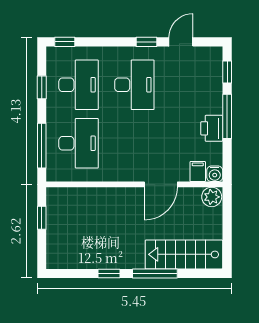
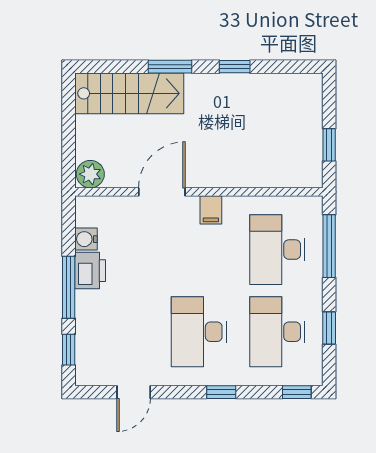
window: (146, 42) -> (221, 392), moved
filing cabinet: (198, 172) -> (211, 210), moved
water cooler: (215, 174) -> (86, 239), moved, turned -90
window: (155, 273) -> (170, 67), width x0.69

